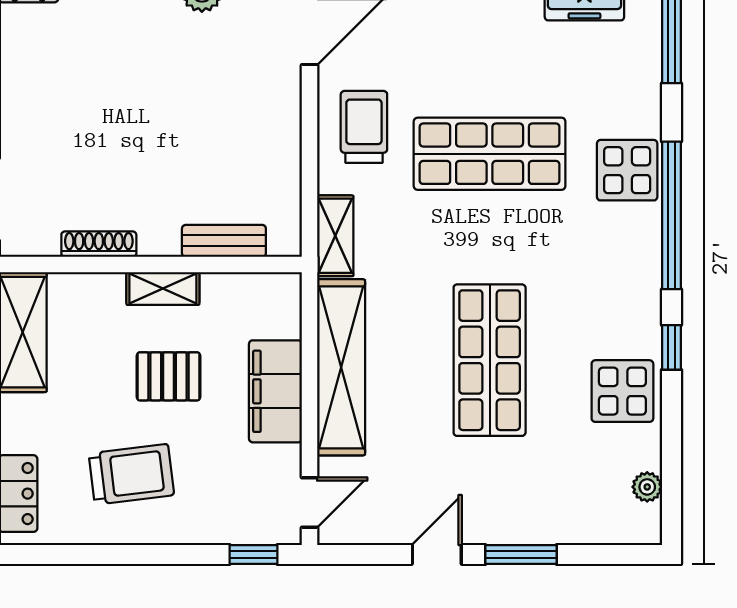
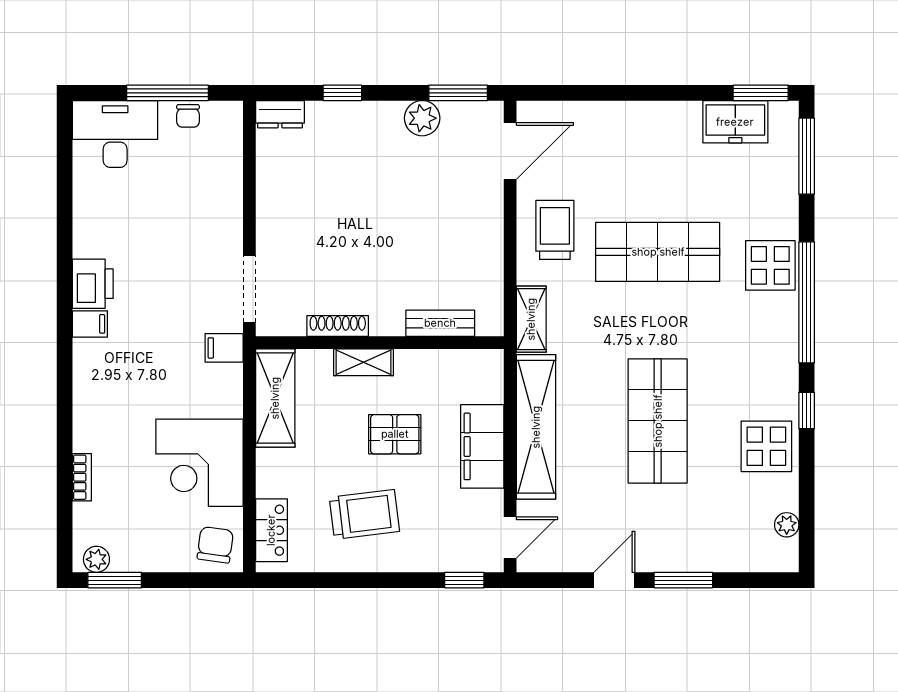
shelving: (163, 288) -> (363, 362), moved

